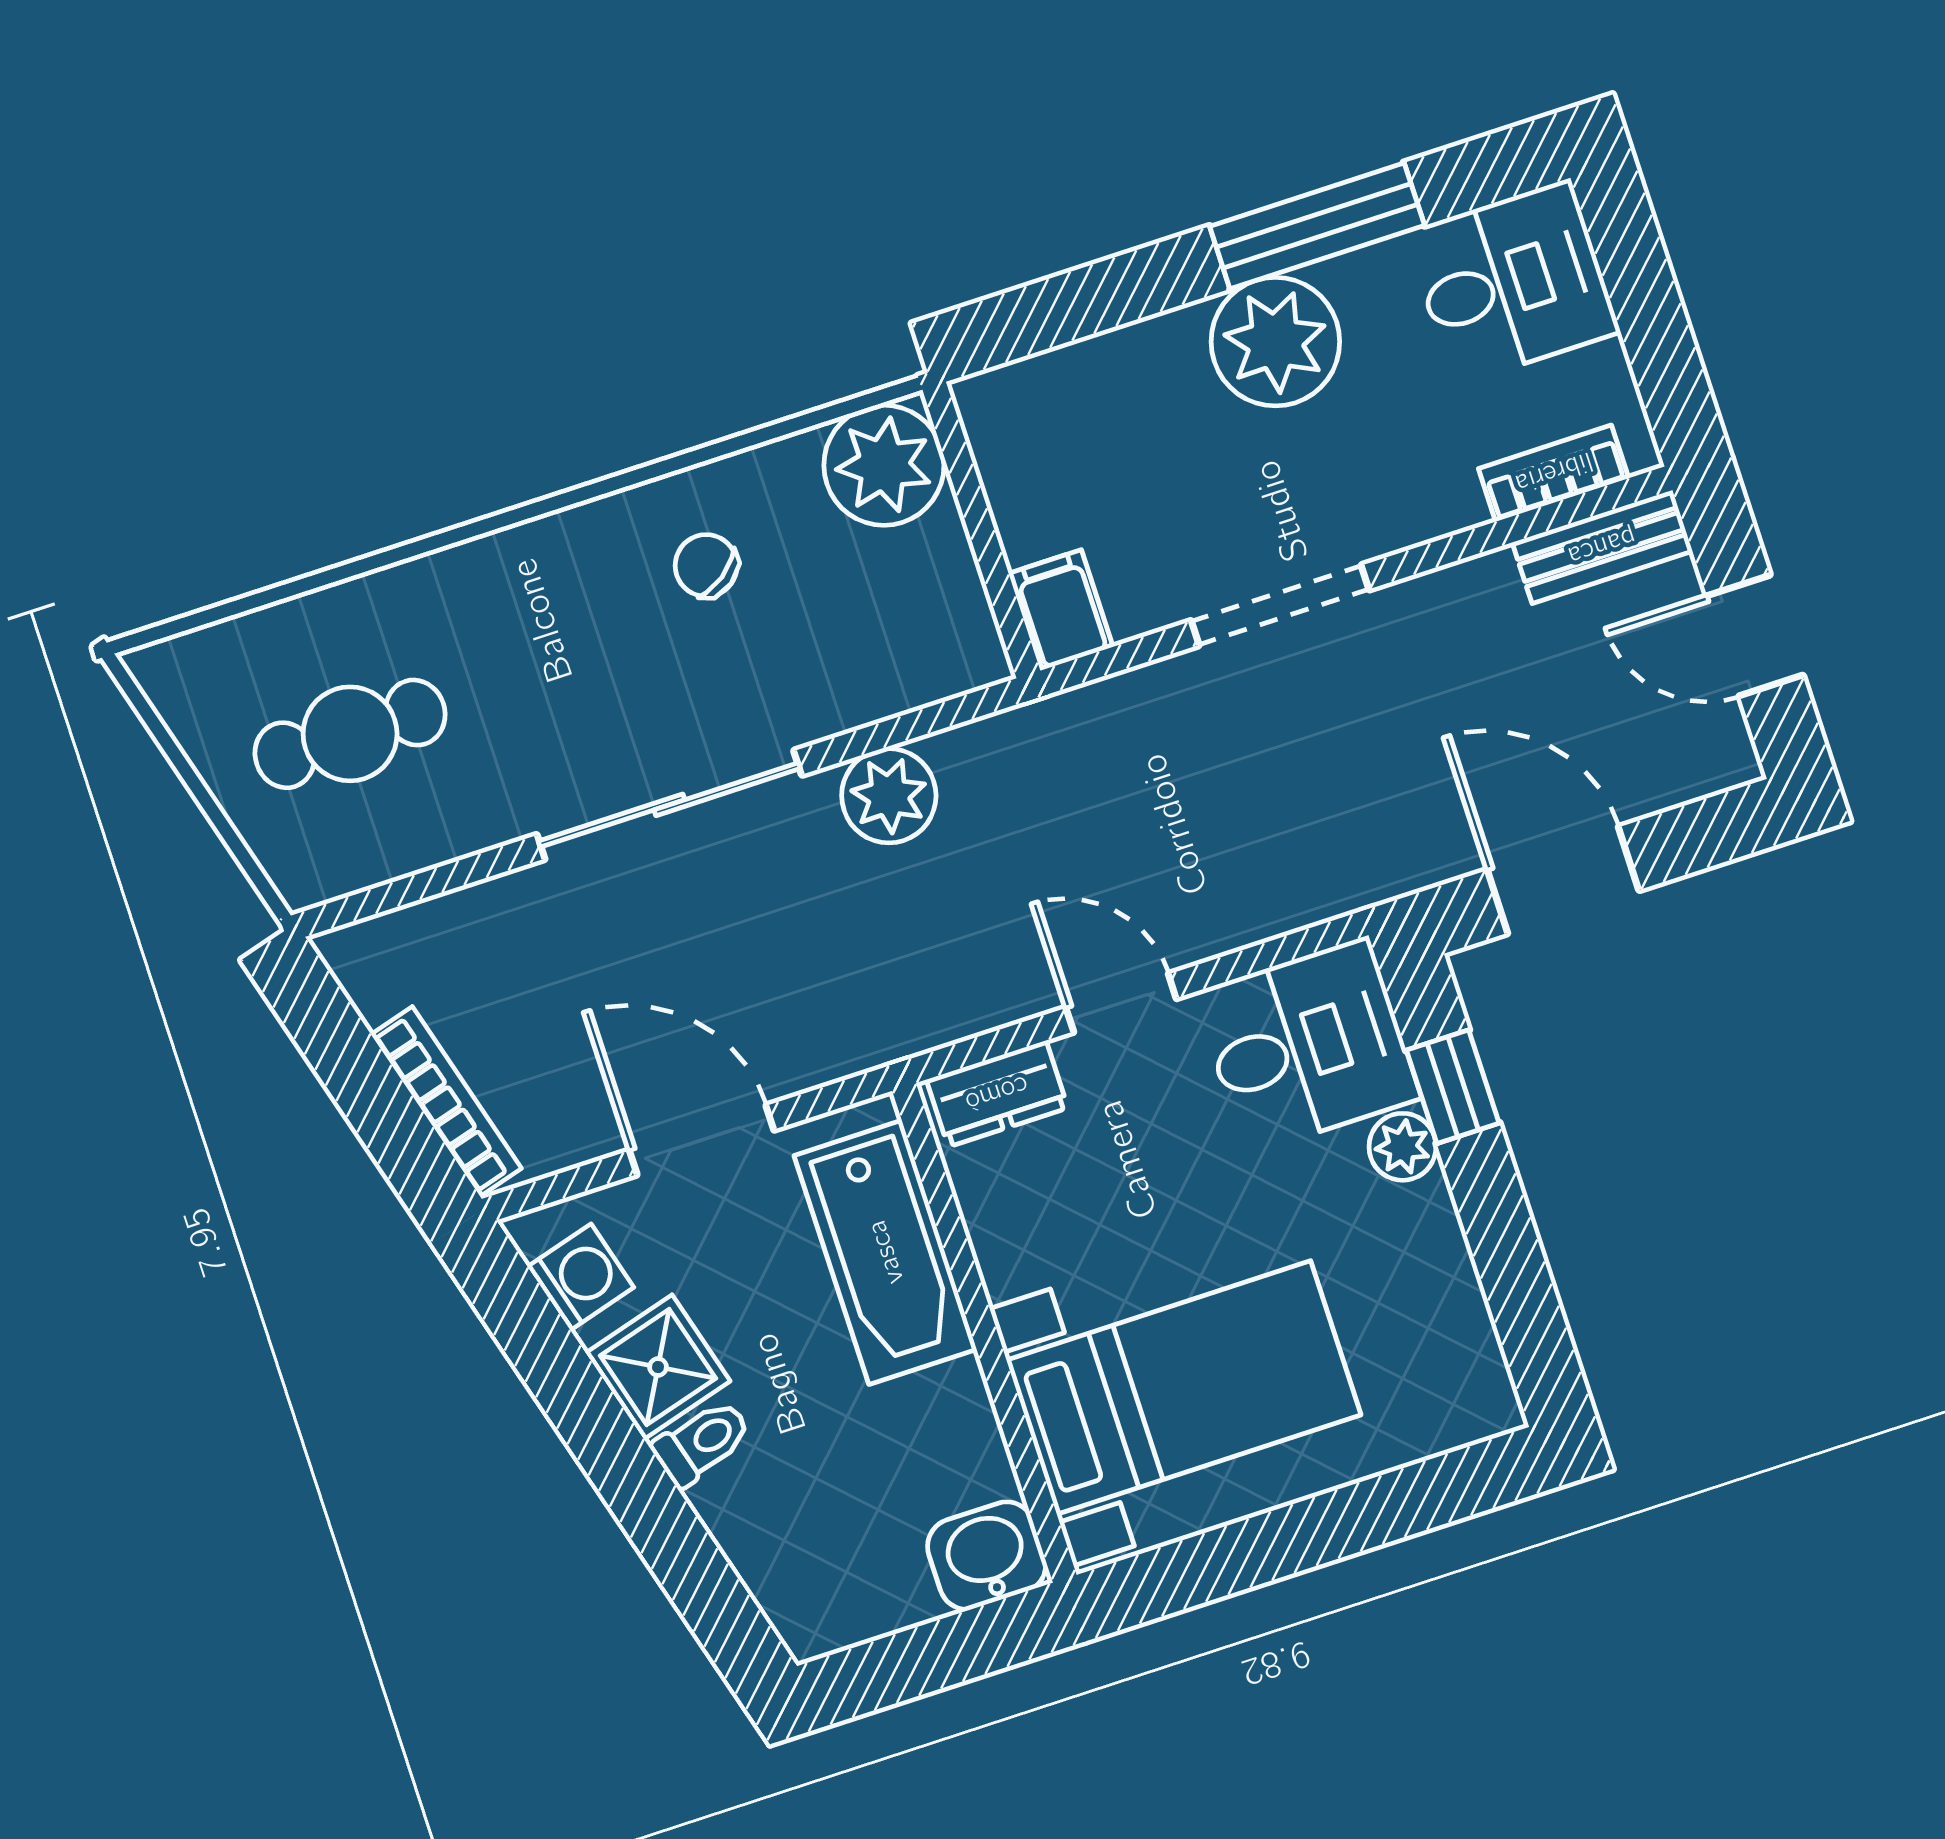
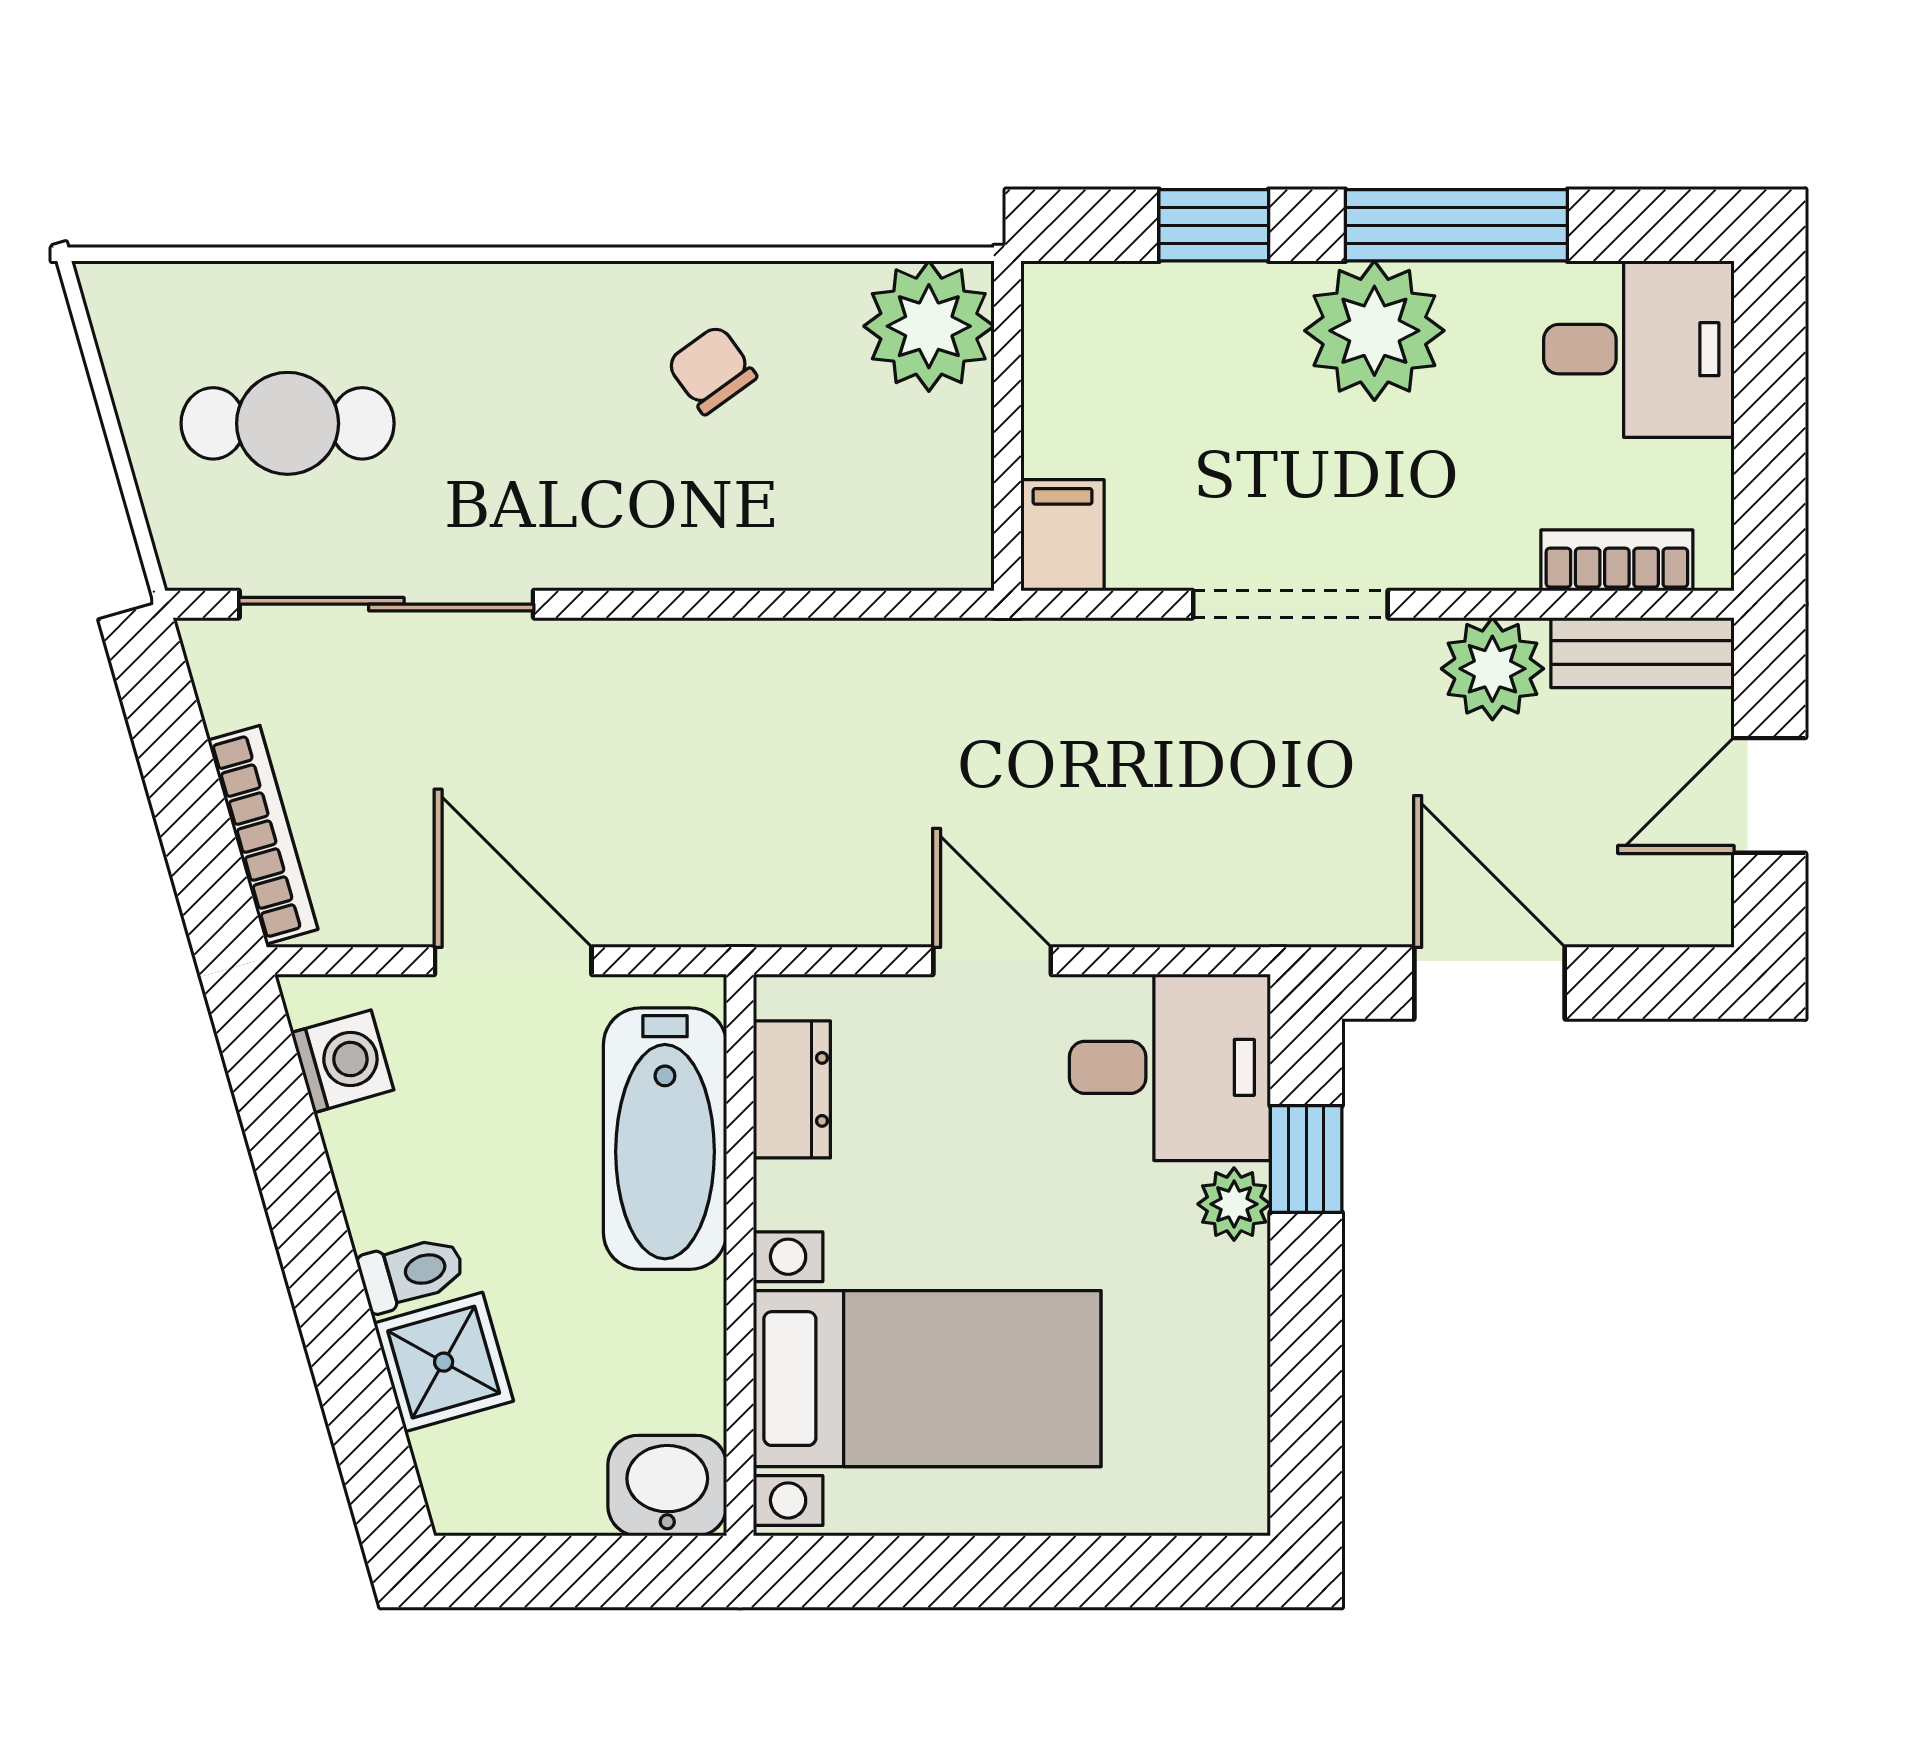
window: (1105, 295) -> (1214, 225), added
door: (1755, 635) -> (1770, 795), hinge flipped
plant: (889, 796) -> (1492, 669), moved
sliding door: (669, 805) -> (386, 604), moved
dresser: (997, 1094) -> (792, 1089), moved, turned -90
shower: (658, 1367) -> (444, 1362), moved

